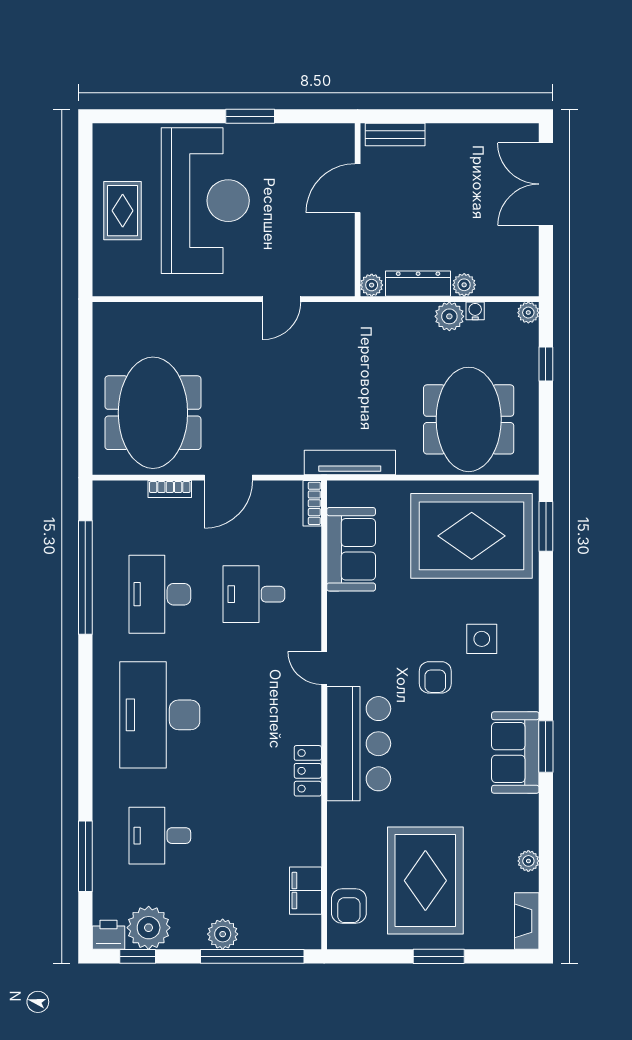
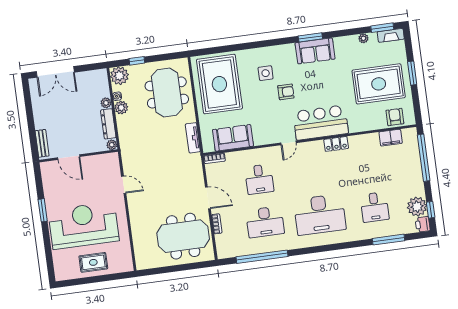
plant: (528, 313) -> (119, 76), width x1.88, depth x1.88
meeting table: (469, 419) -> (167, 93), turned 90
tv unit: (350, 463) -> (193, 138), width x0.71
window: (546, 526) -> (382, 28), moved
armchair: (349, 906) -> (395, 117), turned -90
plant: (223, 934) -> (415, 173), removed

